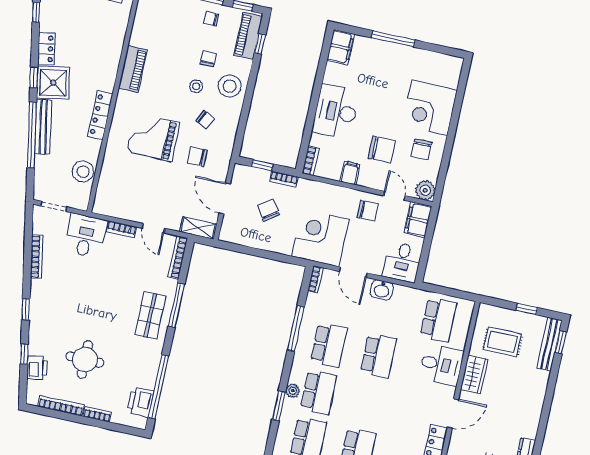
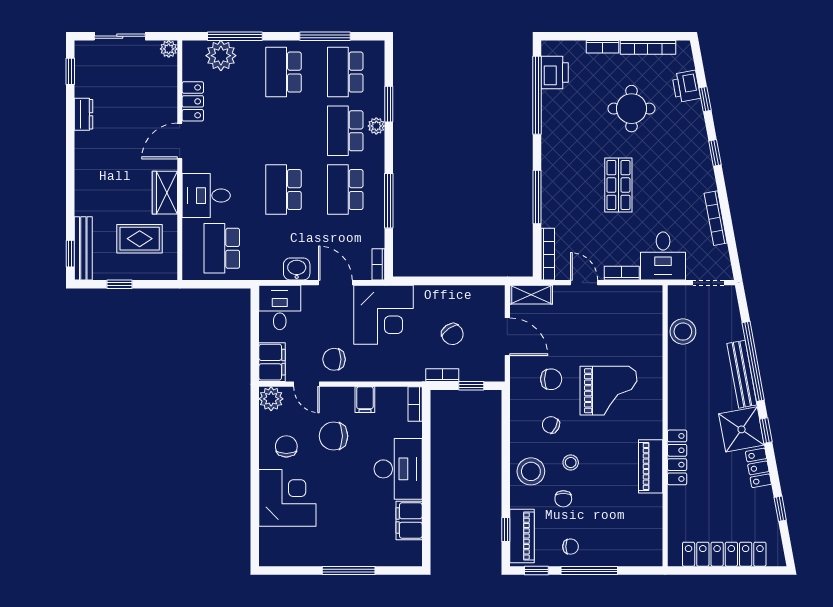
filing cabinet: (341, 47) -> (409, 520), moved
locker: (100, 115) -> (677, 457), moved
shop shelf: (150, 315) -> (618, 185), moved

